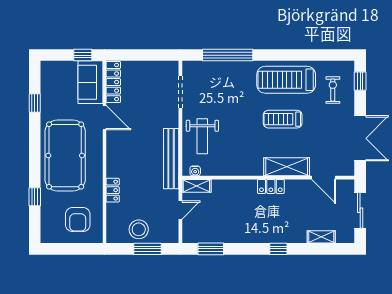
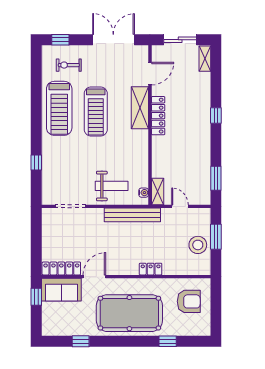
window: (228, 55) -> (36, 163), width x0.32
treadmill: (283, 119) -> (96, 112), width x1.37, depth x1.38
locker: (271, 186) -> (158, 116), width x1.53
locker: (113, 190) -> (151, 269), moved
shelving: (321, 237) -> (205, 59), moved

